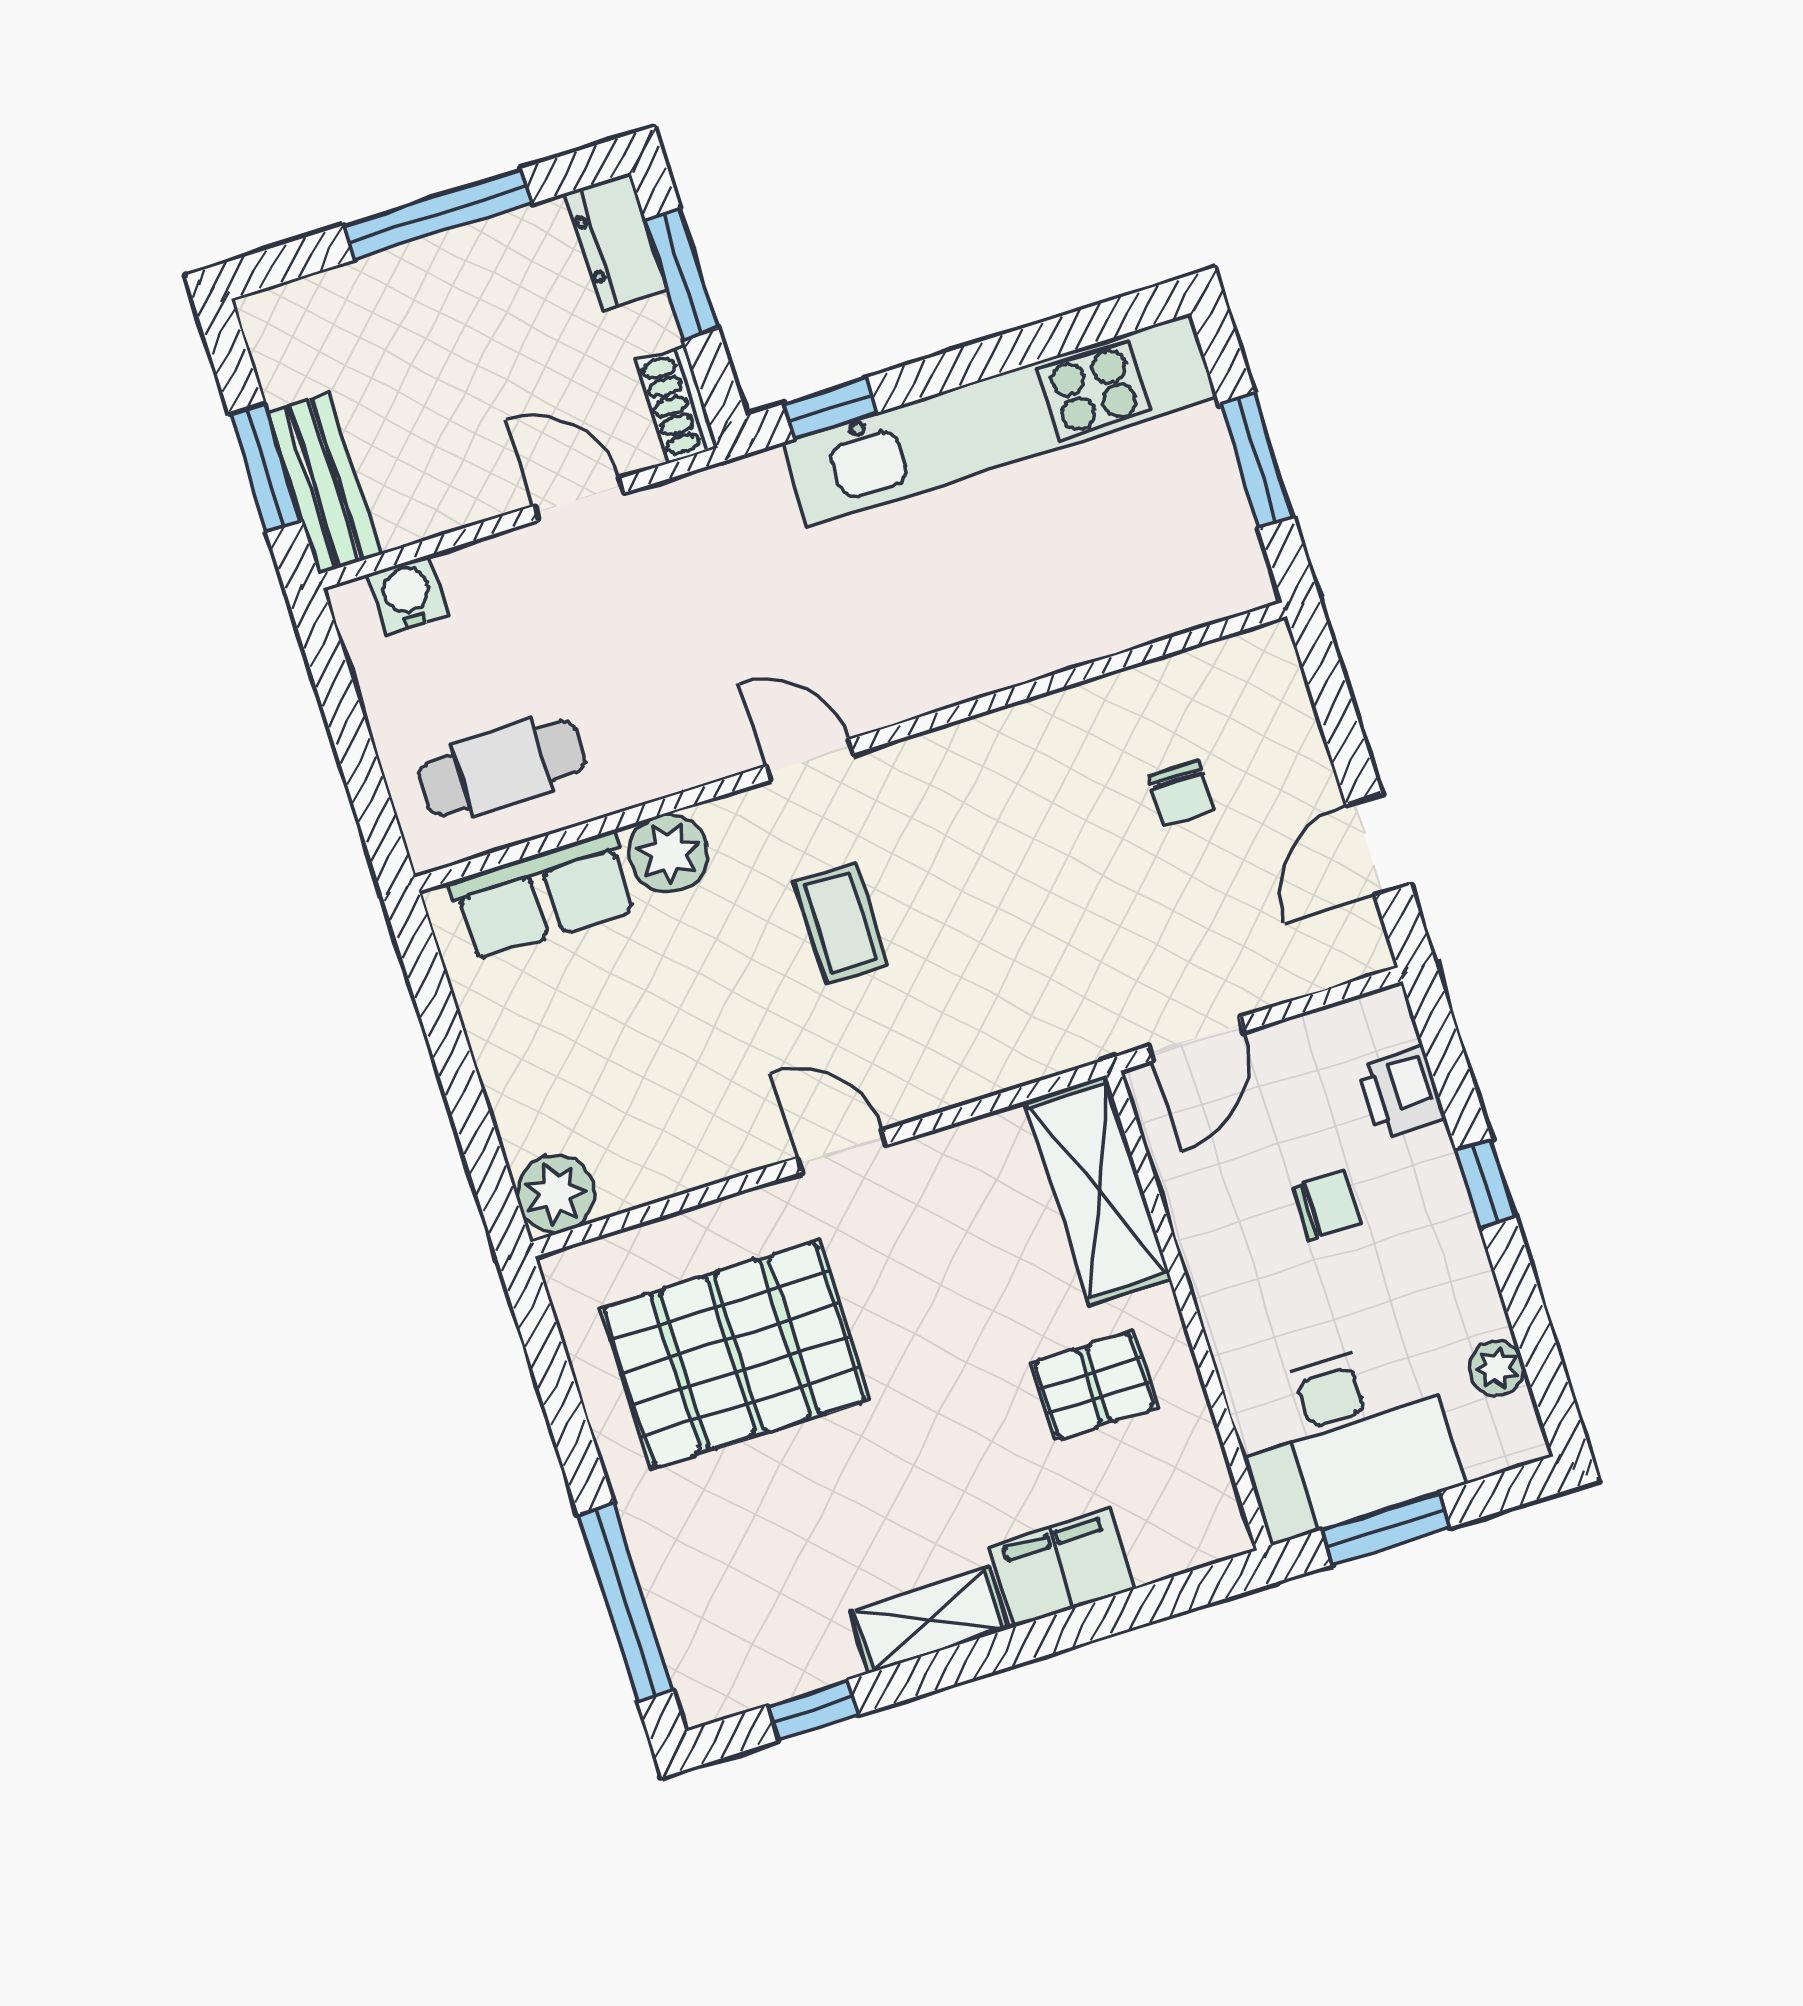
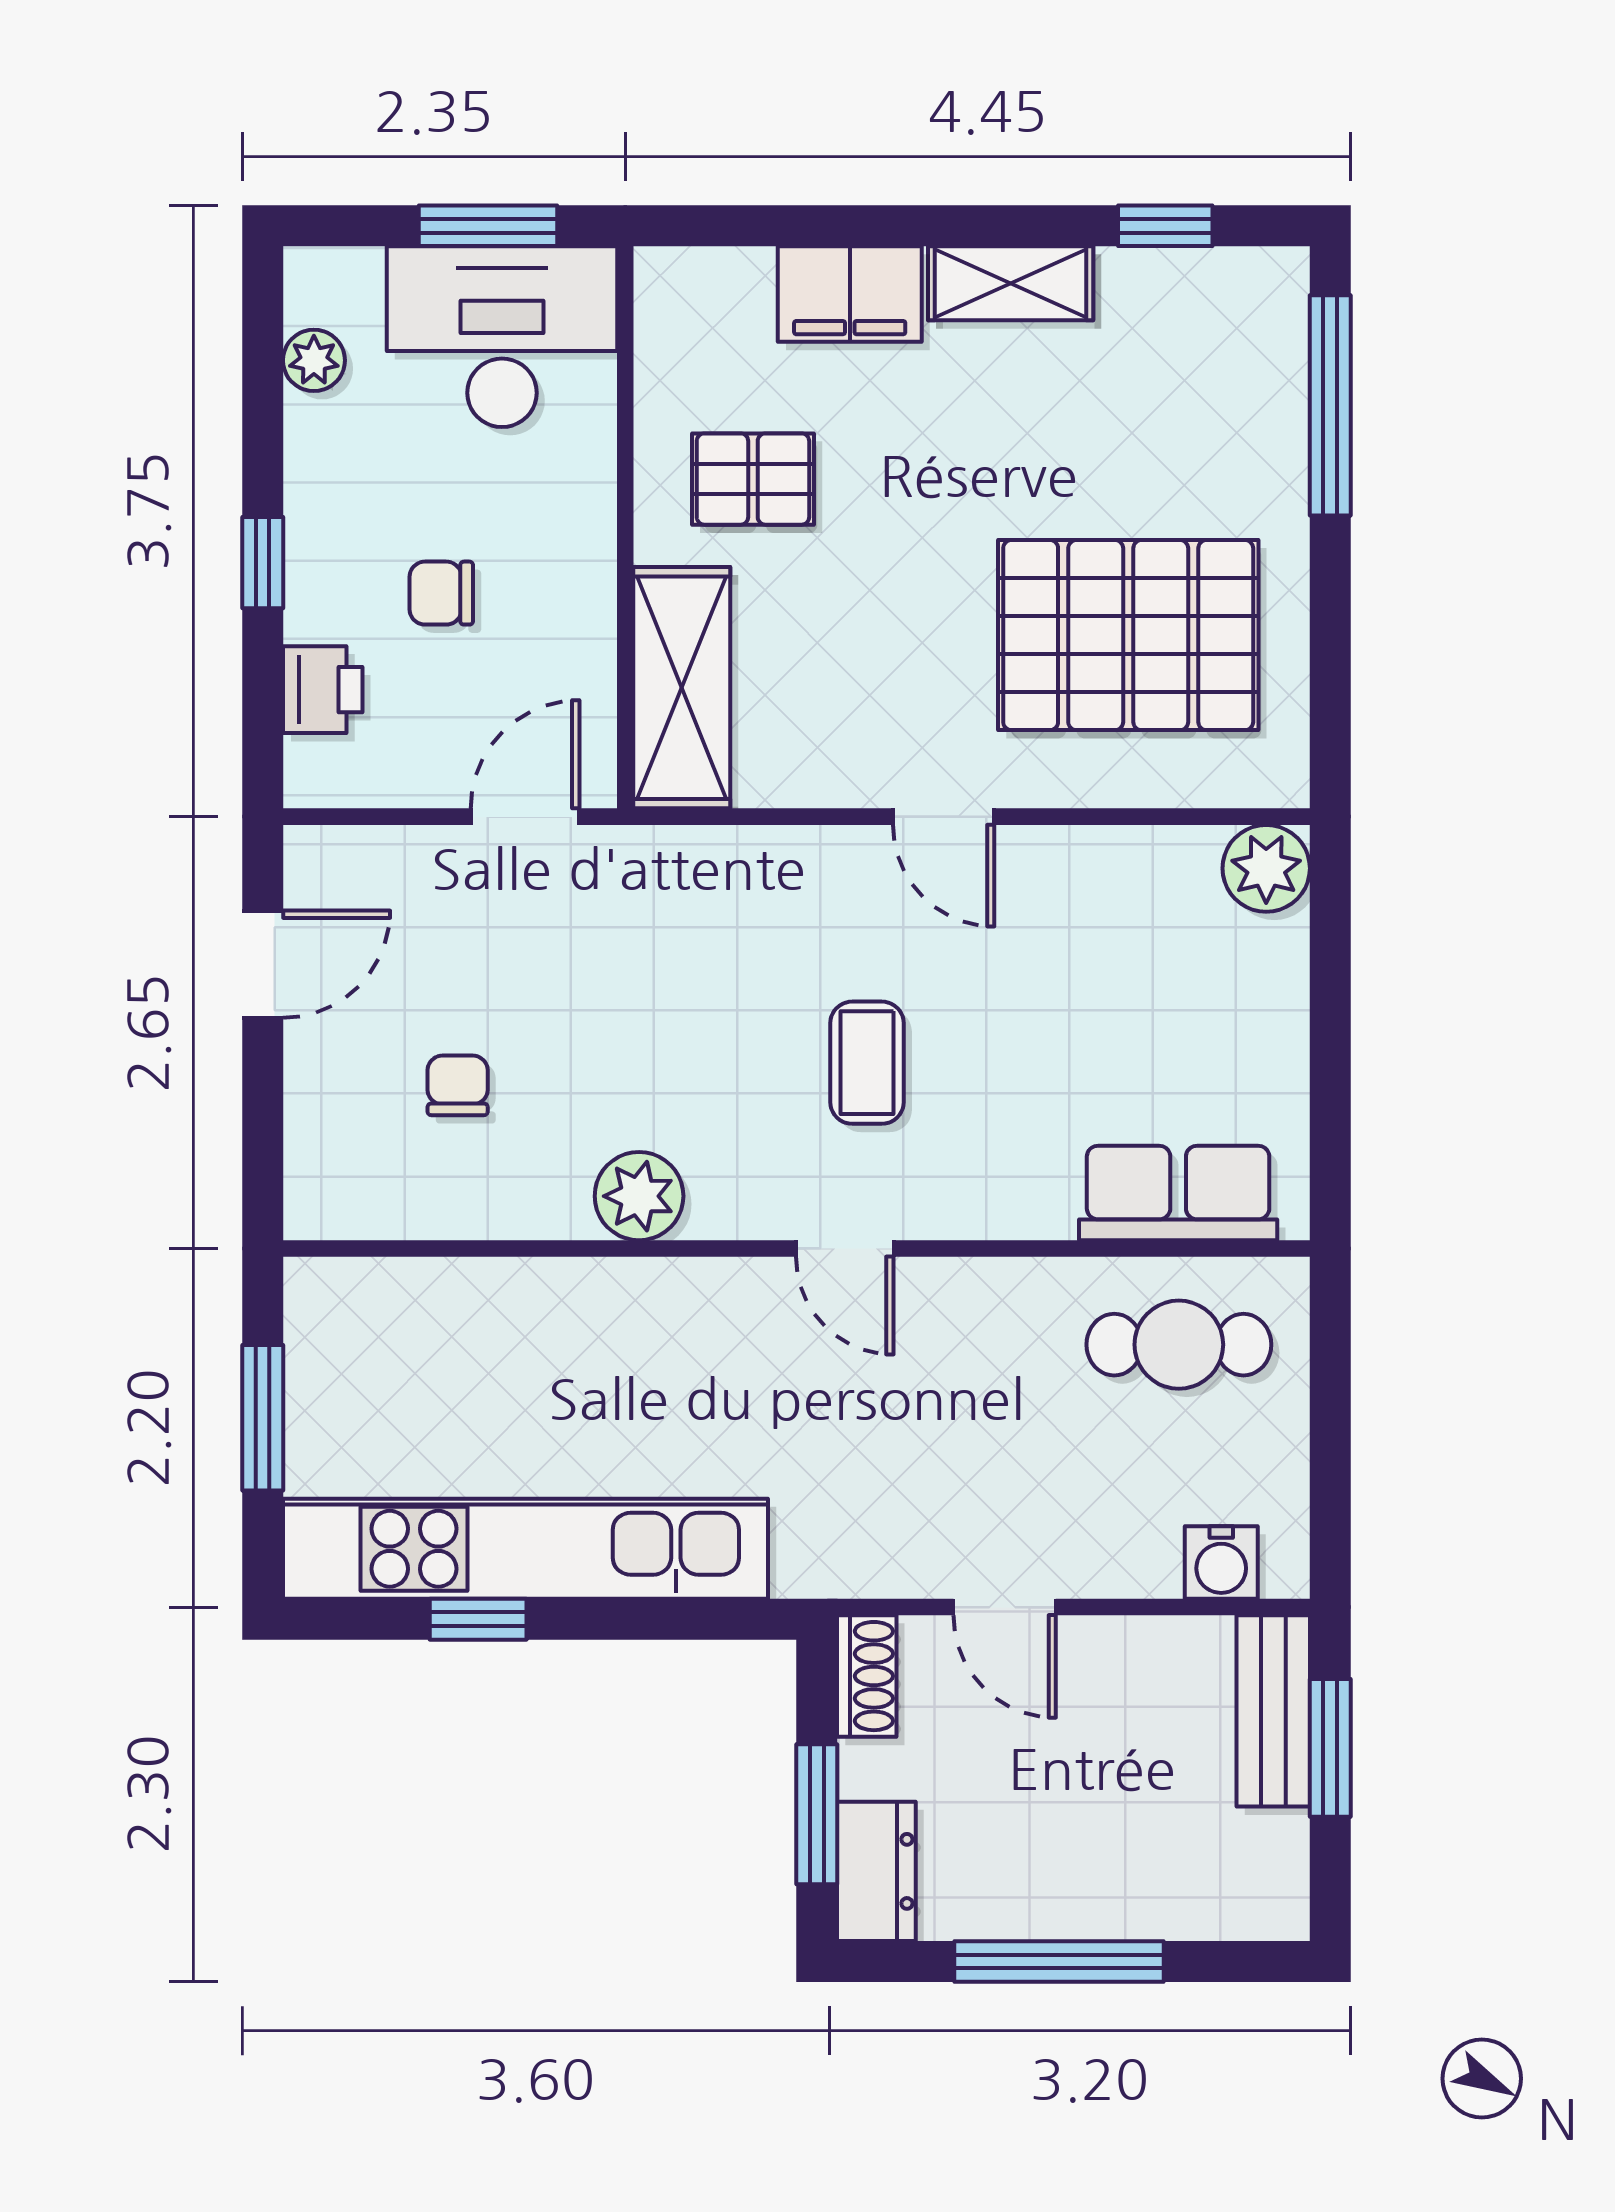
window: (829, 409) -> (478, 1619), moved
plant: (669, 853) -> (639, 1196), moved

